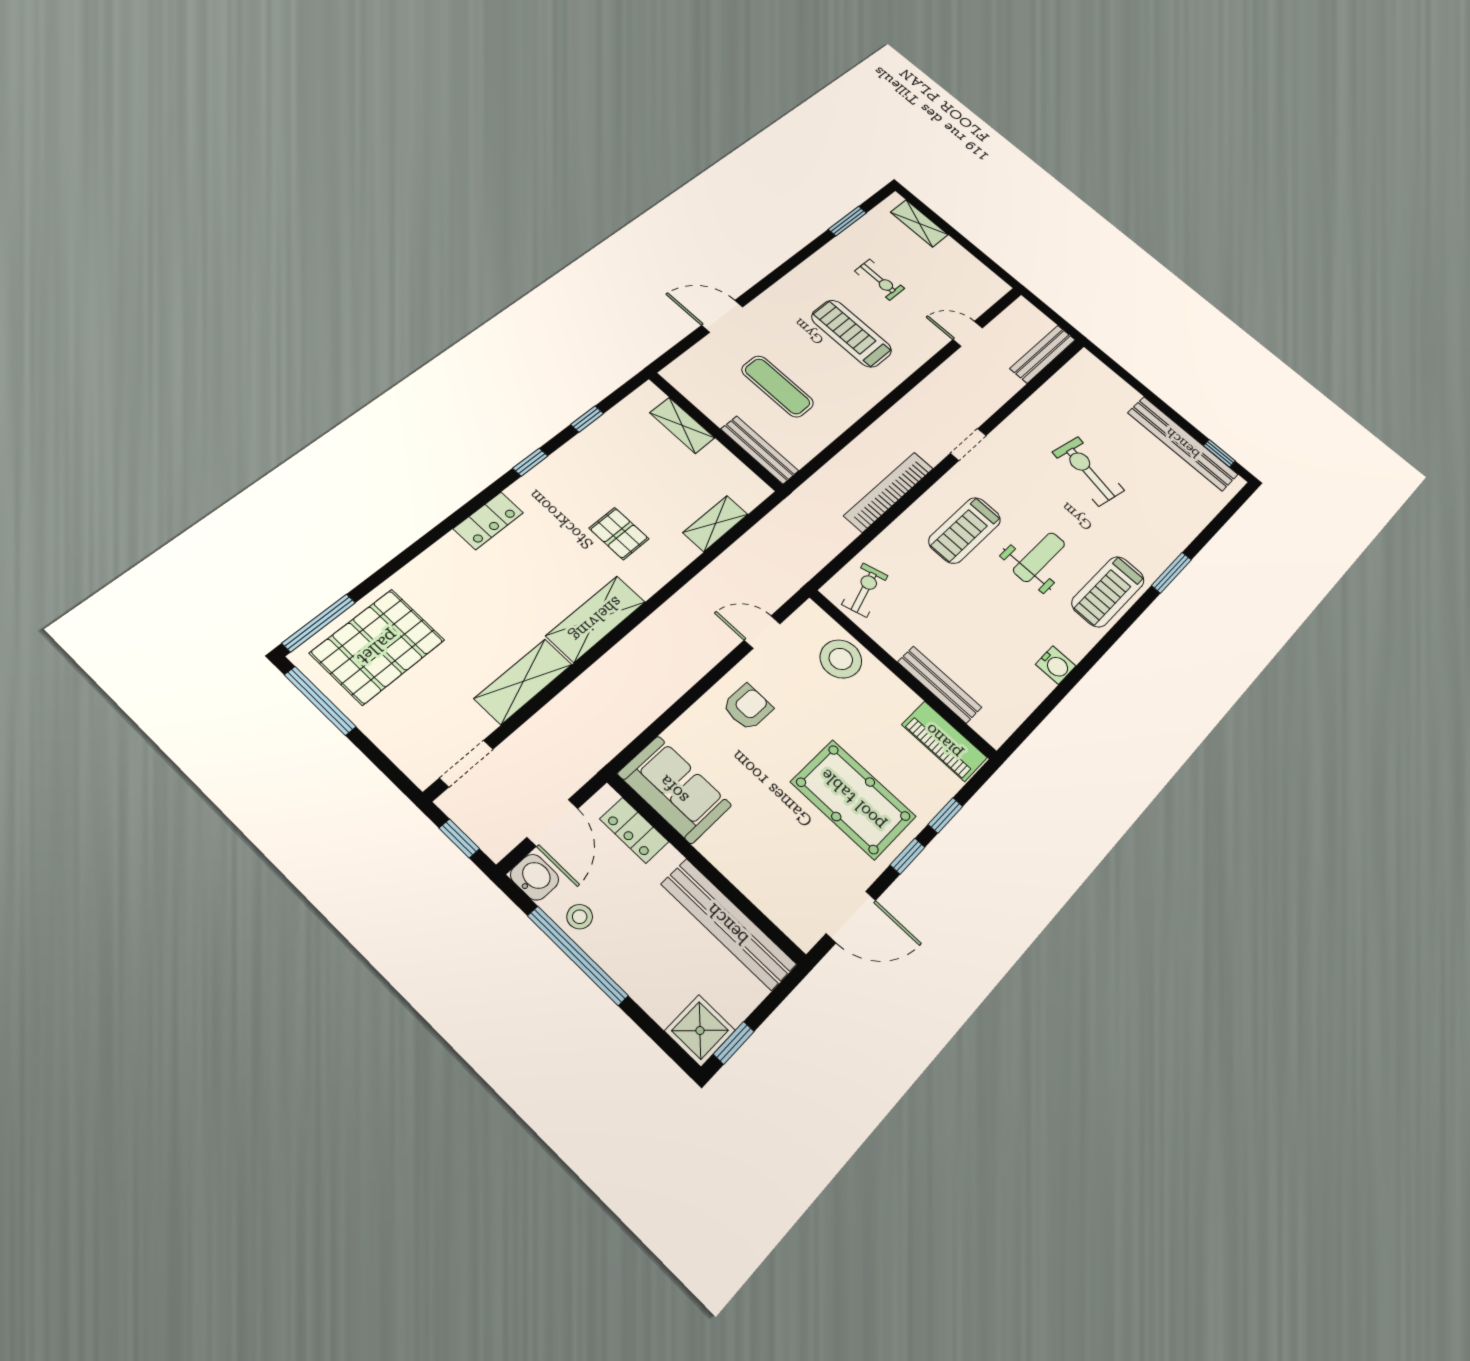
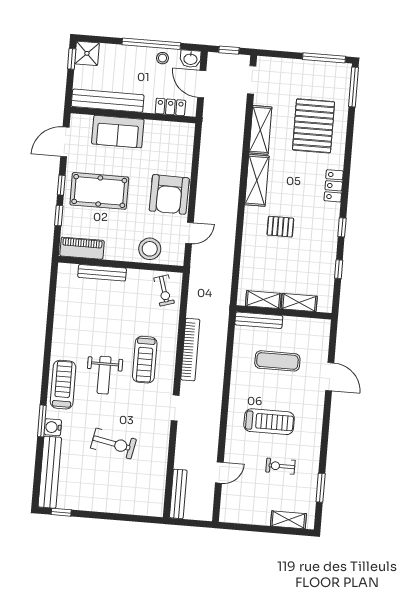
door: (722, 316) -> (330, 377), hinge flipped
bench: (1183, 443) -> (50, 472), moved, turned 90
shelving: (715, 523) -> (263, 300), moved, turned 90
treadmill: (965, 530) -> (145, 360), turned 180
pallet: (377, 647) -> (314, 126), moved
water cooler: (1056, 665) -> (53, 427), moved
armchair: (748, 707) -> (169, 194), width x1.88, depth x1.88
sofa: (674, 789) -> (118, 132), moved

